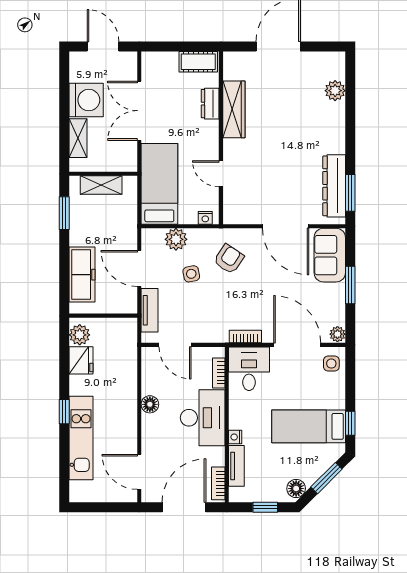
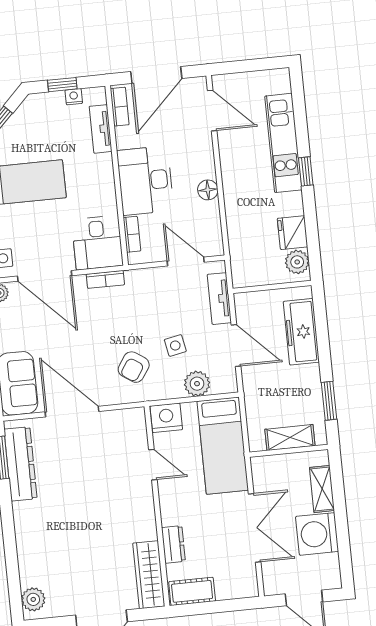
plant: (335, 91) -> (33, 599), moved
wardrobe: (234, 109) -> (149, 575), moved
nightstand: (205, 218) -> (166, 418), width x1.89, depth x1.79
nightstand: (235, 437) -> (74, 97), moved, turned -90
floor lamp: (296, 489) -> (29, 110), removed

